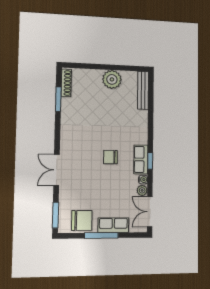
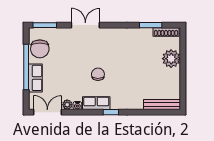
plant: (112, 79) -> (171, 59), moved
window: (150, 161) -> (111, 112), moved
window: (101, 235) -> (26, 67), width x1.46

